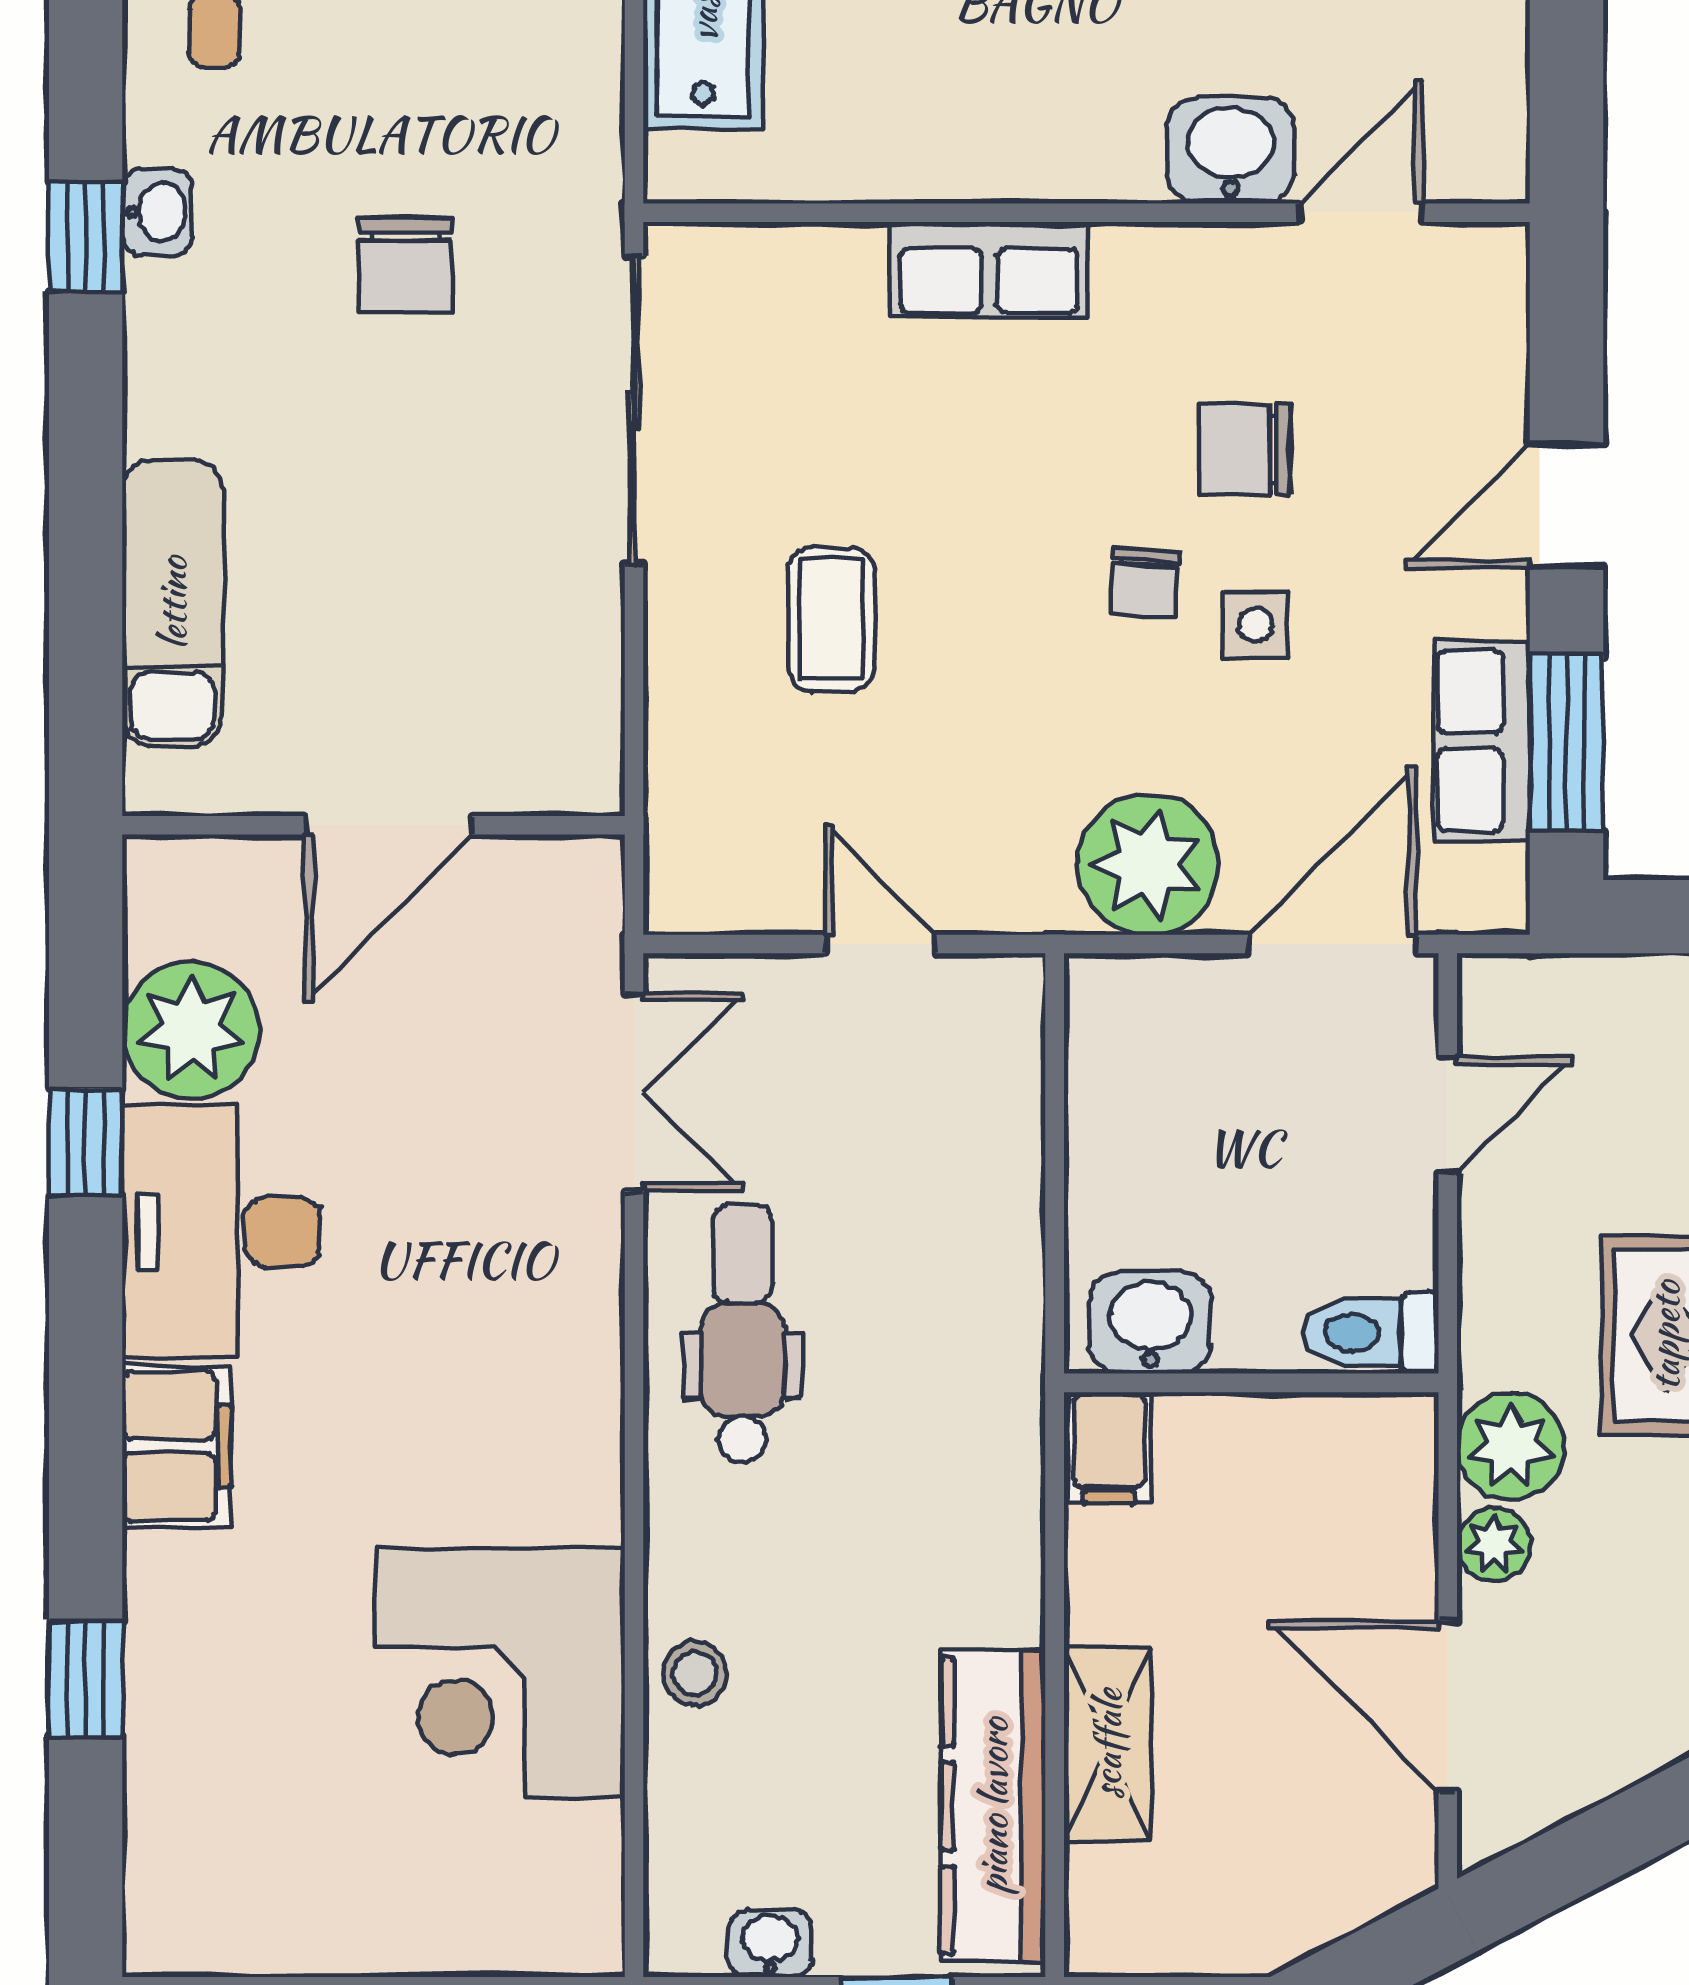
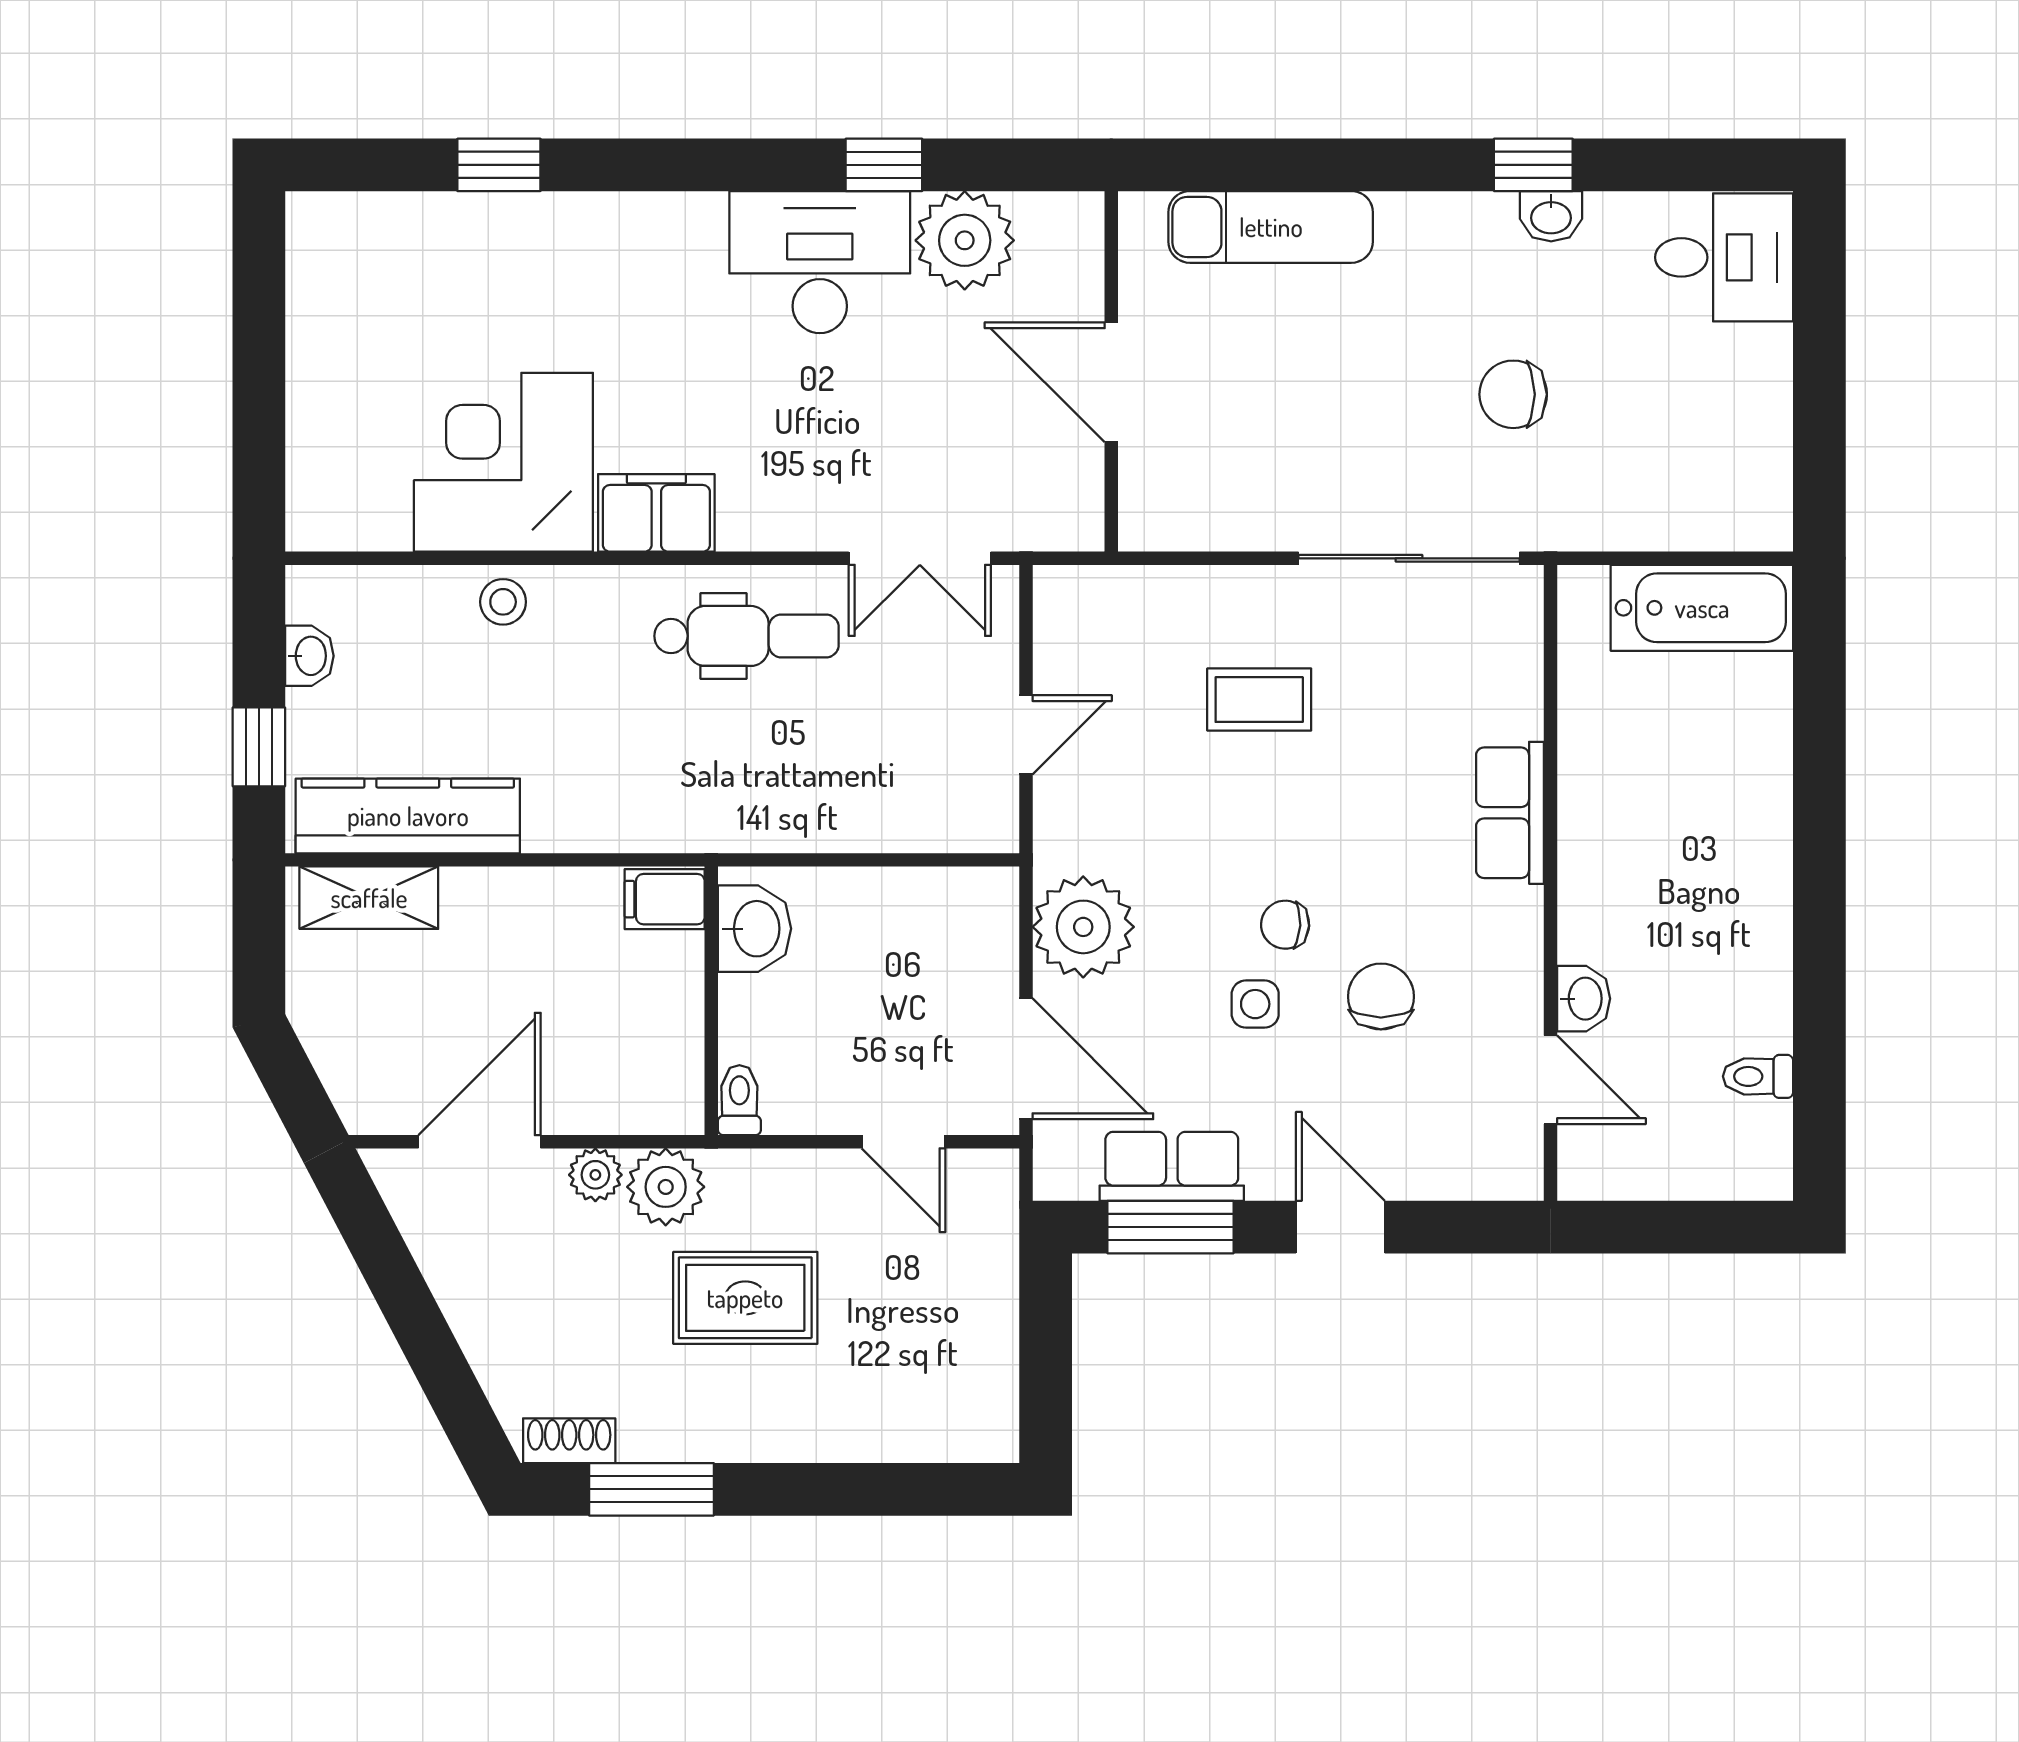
washbasin: (1231, 150) -> (1584, 999), width x0.72, depth x0.69
toilet: (1371, 1333) -> (739, 1100), width x0.73, depth x0.72
filing cabinet: (176, 1446) -> (656, 513), moved, turned 180
shelving: (1107, 1744) -> (369, 898), moved

